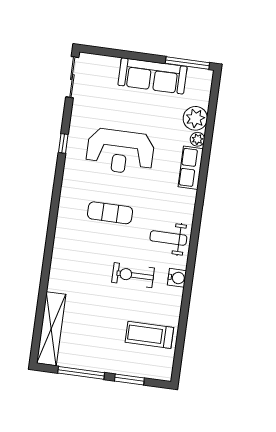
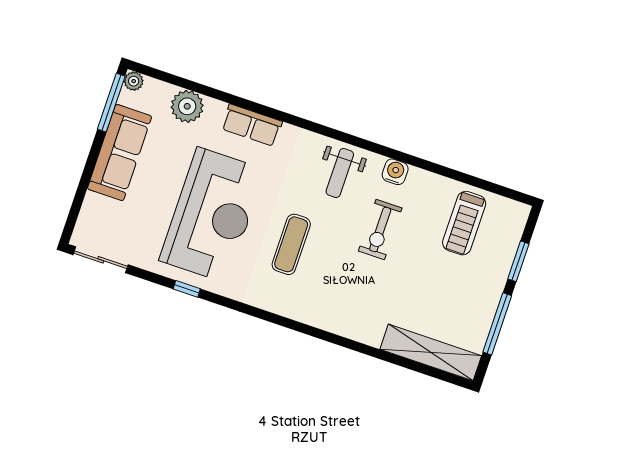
plant: (197, 139) -> (134, 81), moved
reception desk: (120, 152) -> (212, 215), width x1.36, depth x1.30

